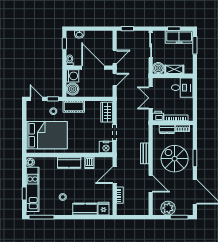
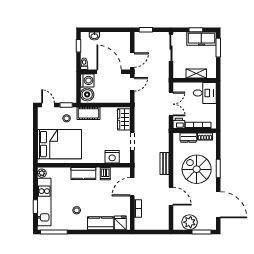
boiler: (158, 68) -> (179, 72), removed
double door: (151, 98) -> (171, 104), swing flipped
nightstand: (106, 147) -> (112, 157), moved

